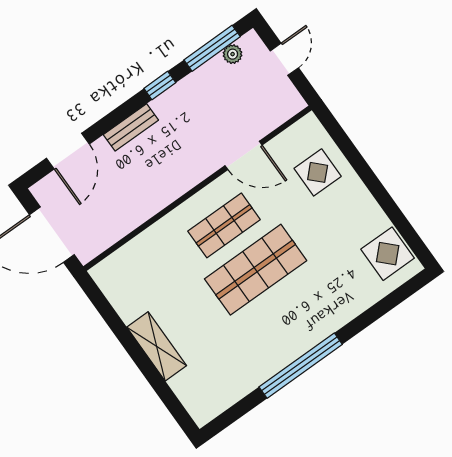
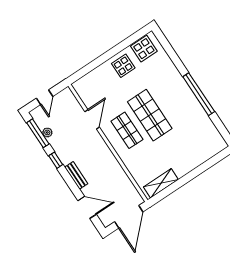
plant: (233, 54) -> (47, 132), moved
door: (284, 59) -> (45, 97), swing flipped
display table: (318, 172) -> (123, 66), moved
shelving: (157, 346) -> (161, 183), moved

